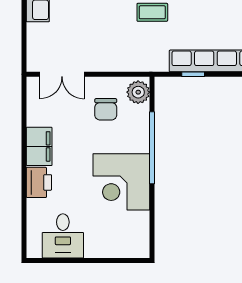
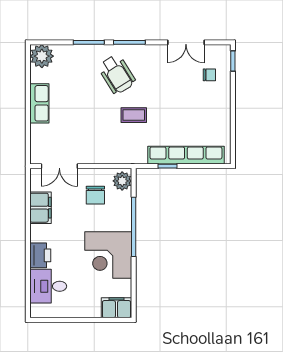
filing cabinet: (39, 146) -> (41, 208), moved
desk: (63, 236) -> (48, 286), moved, turned 90
filing cabinet: (131, 246) -> (116, 308), added

